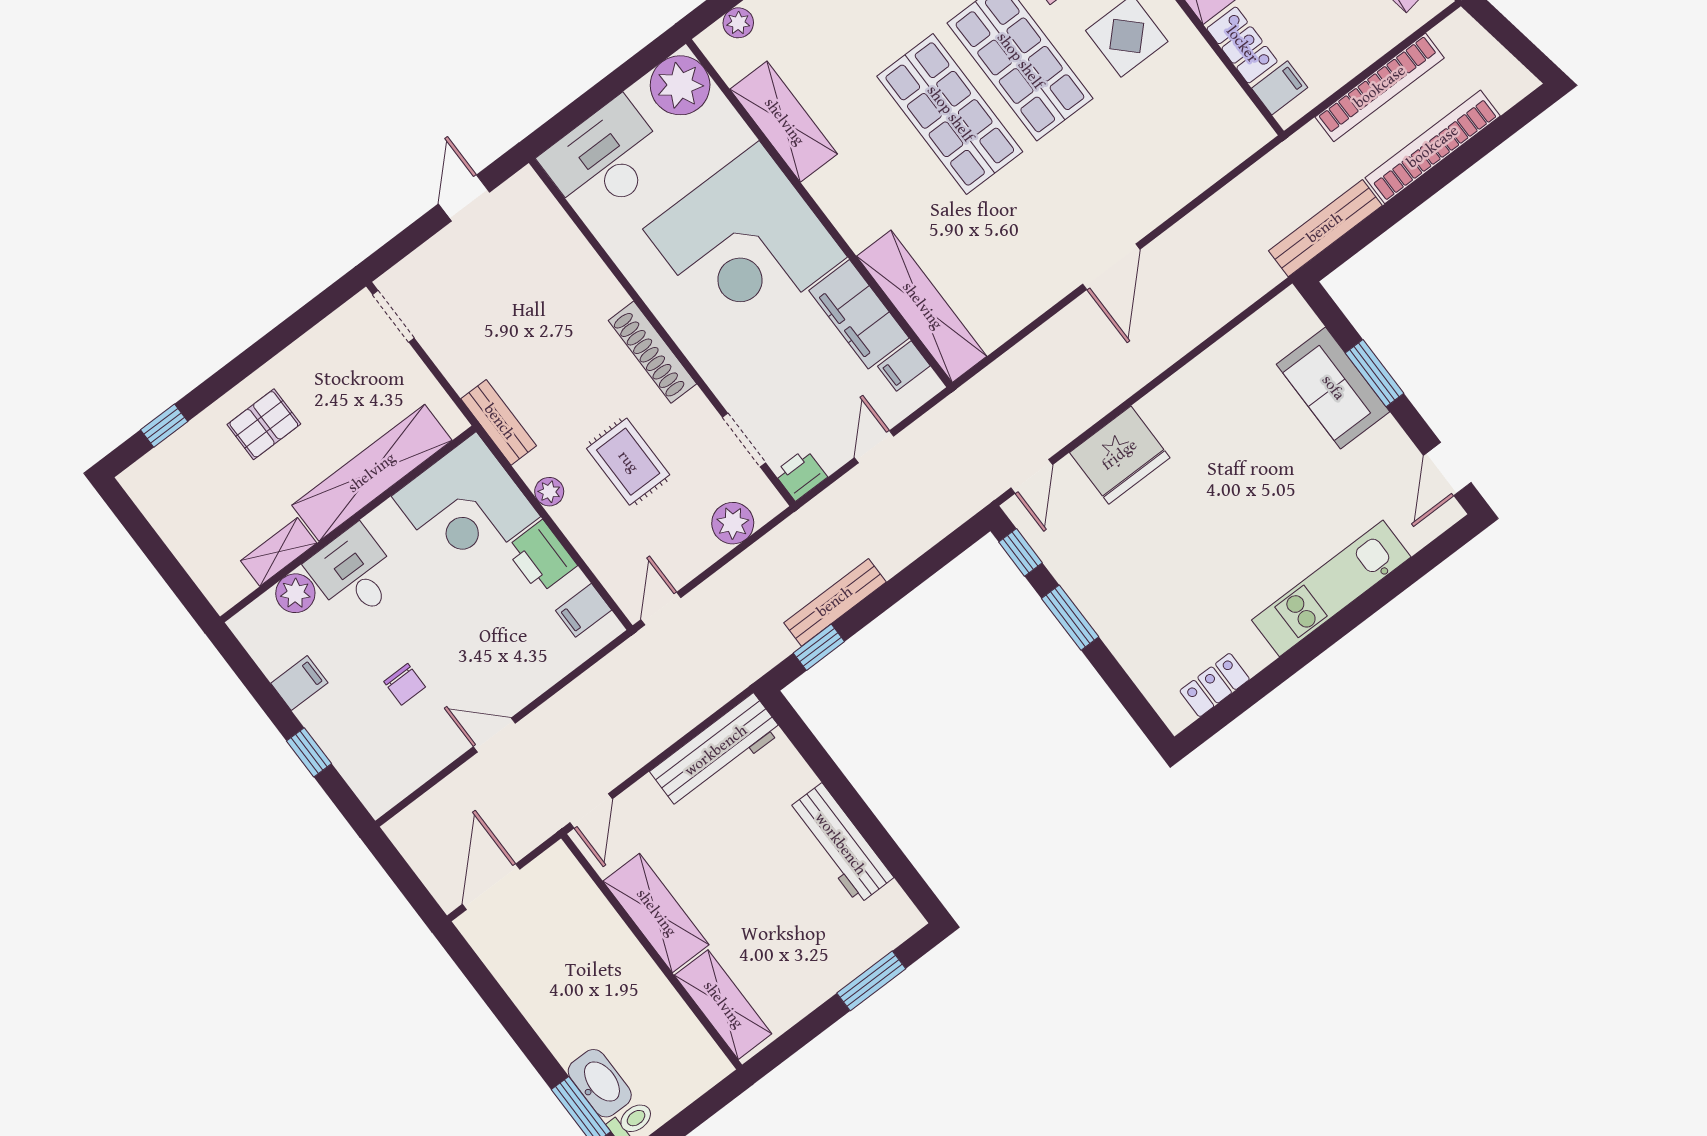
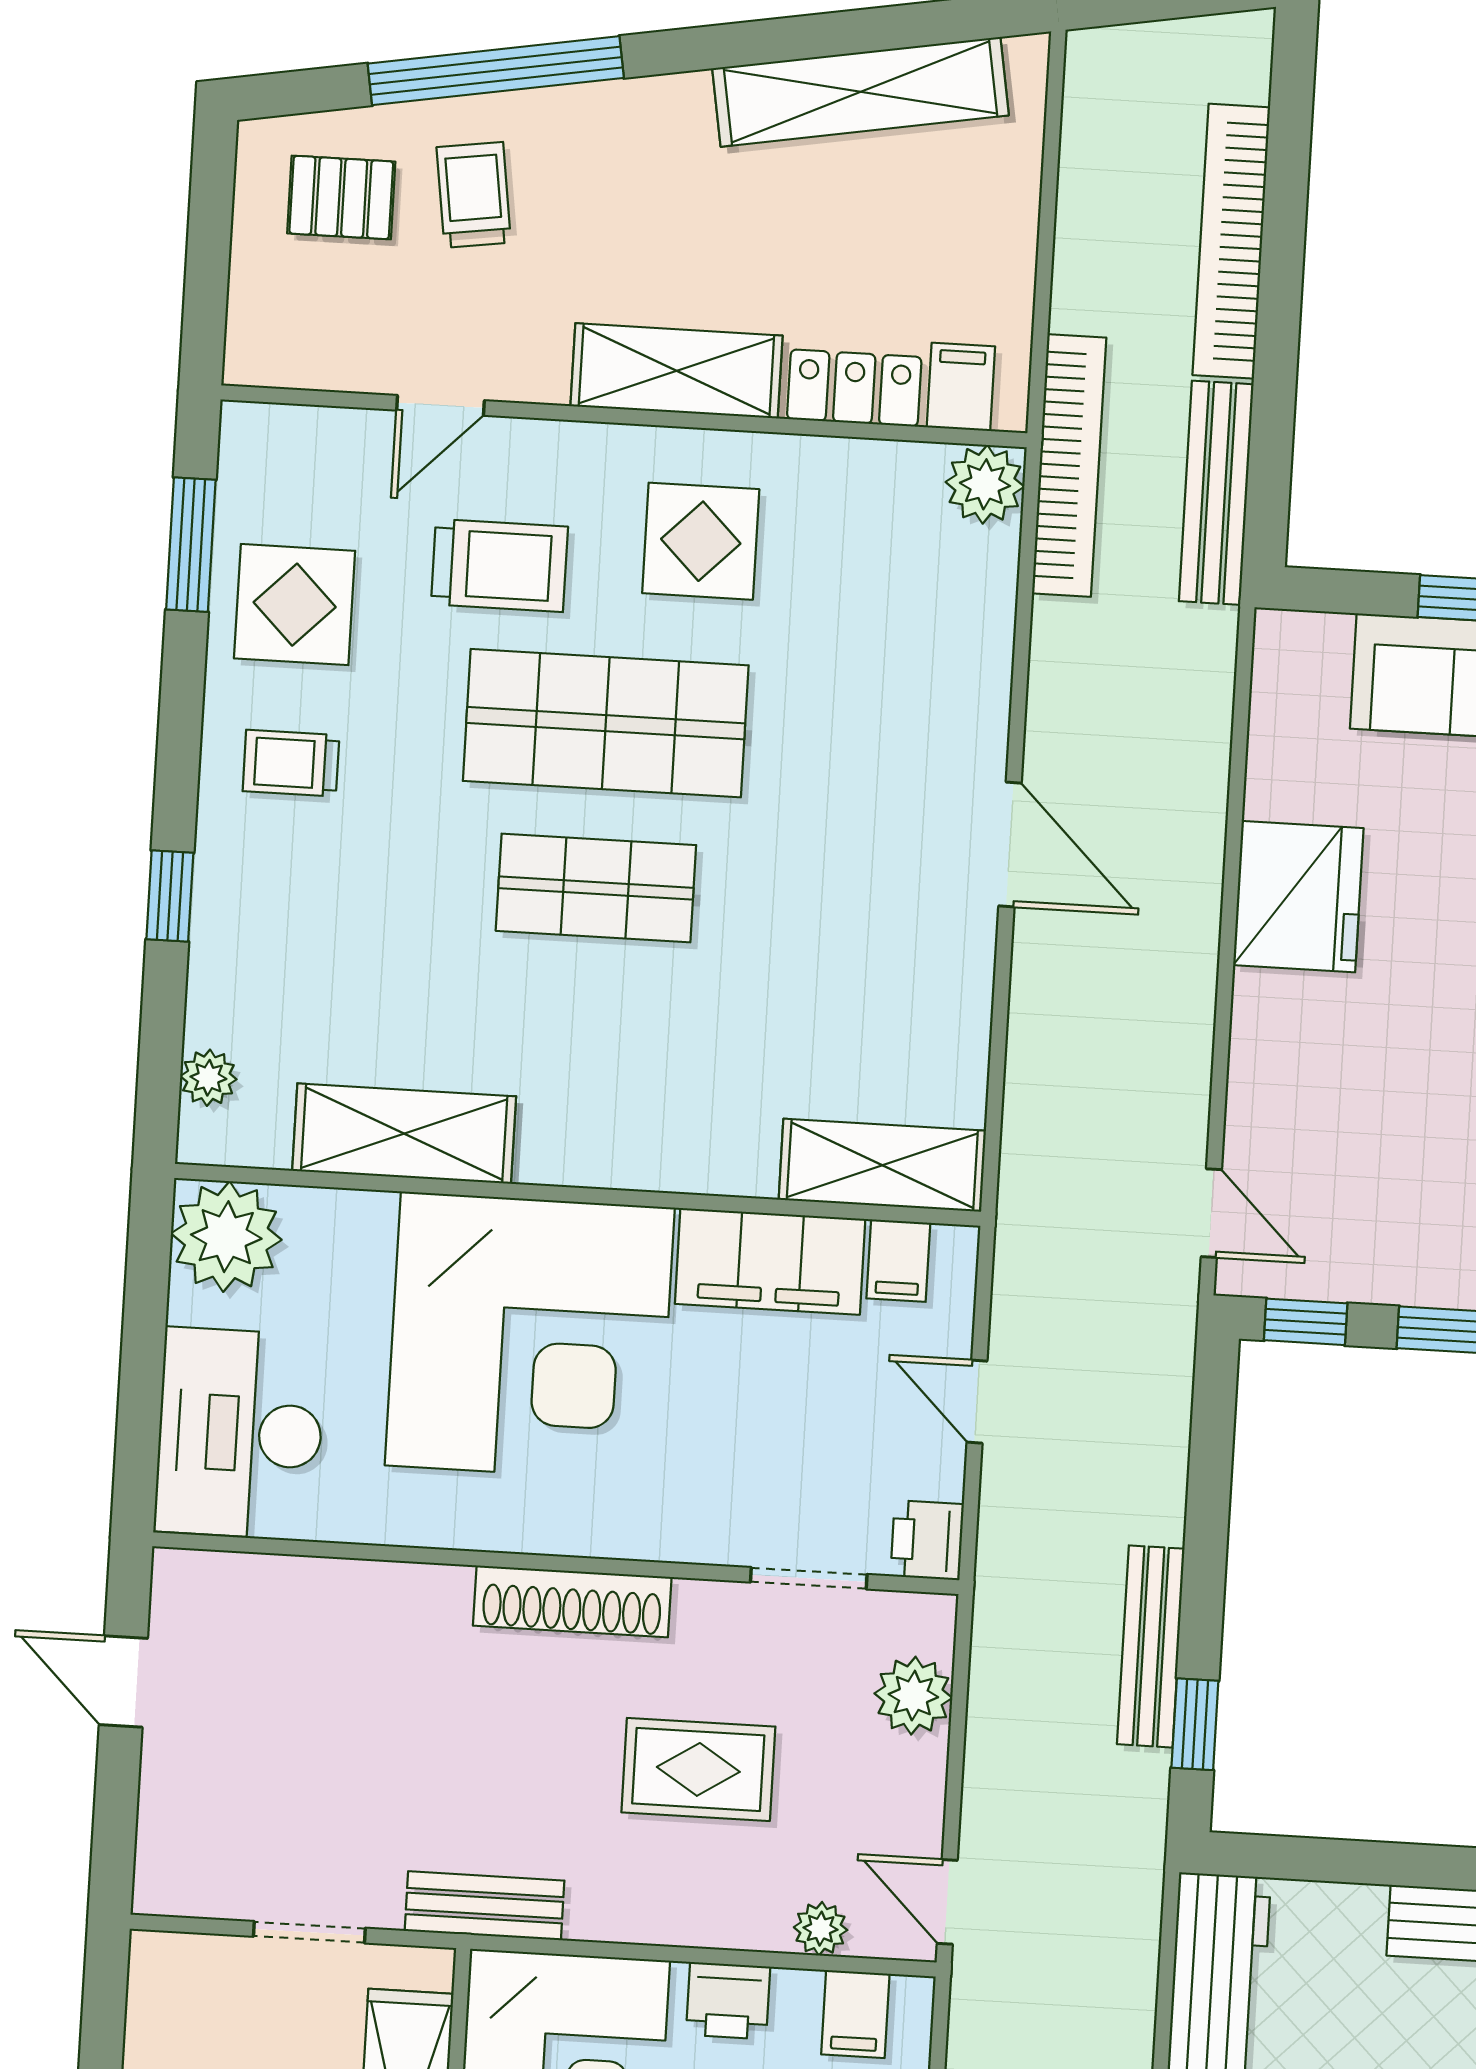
bookcase: (1380, 87) -> (1069, 465), moved
shop shelf: (950, 114) -> (596, 888), width x0.70, depth x0.74
plant: (1248, 131) -> (985, 484), added
shelving: (922, 306) -> (882, 1165), width x0.68
doorway: (393, 316) -> (309, 1932), moved
fridge: (1120, 455) -> (1298, 897), moved
plant: (549, 492) -> (821, 1929), moved
printer: (541, 557) -> (728, 2001), width x0.73, depth x0.81

